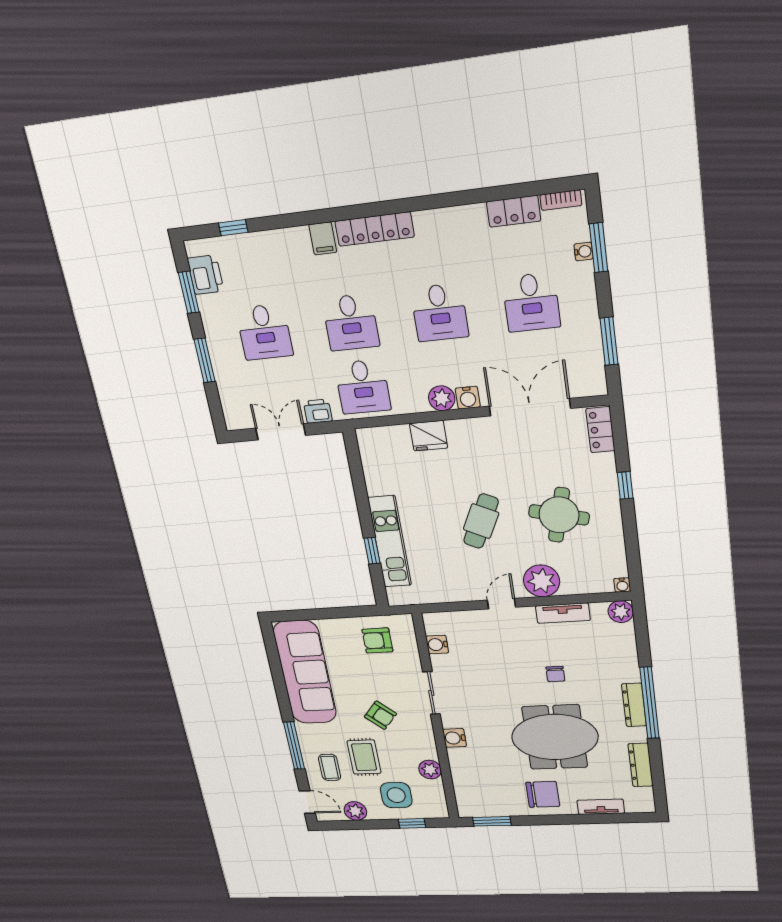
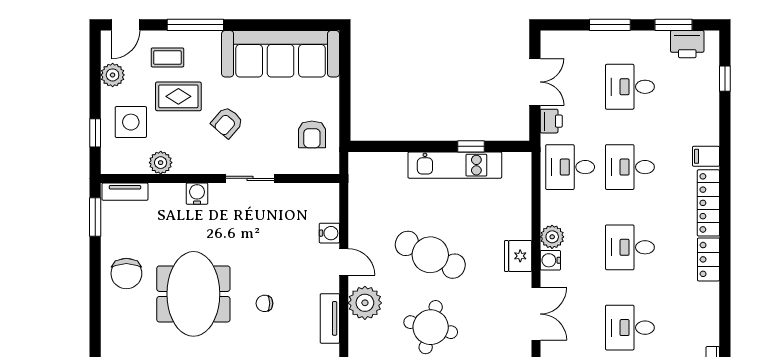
locker: (514, 211) -> (708, 259), moved
double door: (530, 407) -> (536, 314), width x0.73
fridge: (429, 436) -> (518, 256), moved
cafe table: (481, 521) -> (430, 255), width x1.37, depth x1.35
kitchen unit: (390, 542) -> (455, 165), moved
window: (372, 551) -> (471, 146), moved
armchair: (377, 640) -> (312, 134), turned 180
water cooler: (437, 645) -> (329, 233), moved, turned 90
tv unit: (601, 807) -> (125, 192), moved, turned 90

